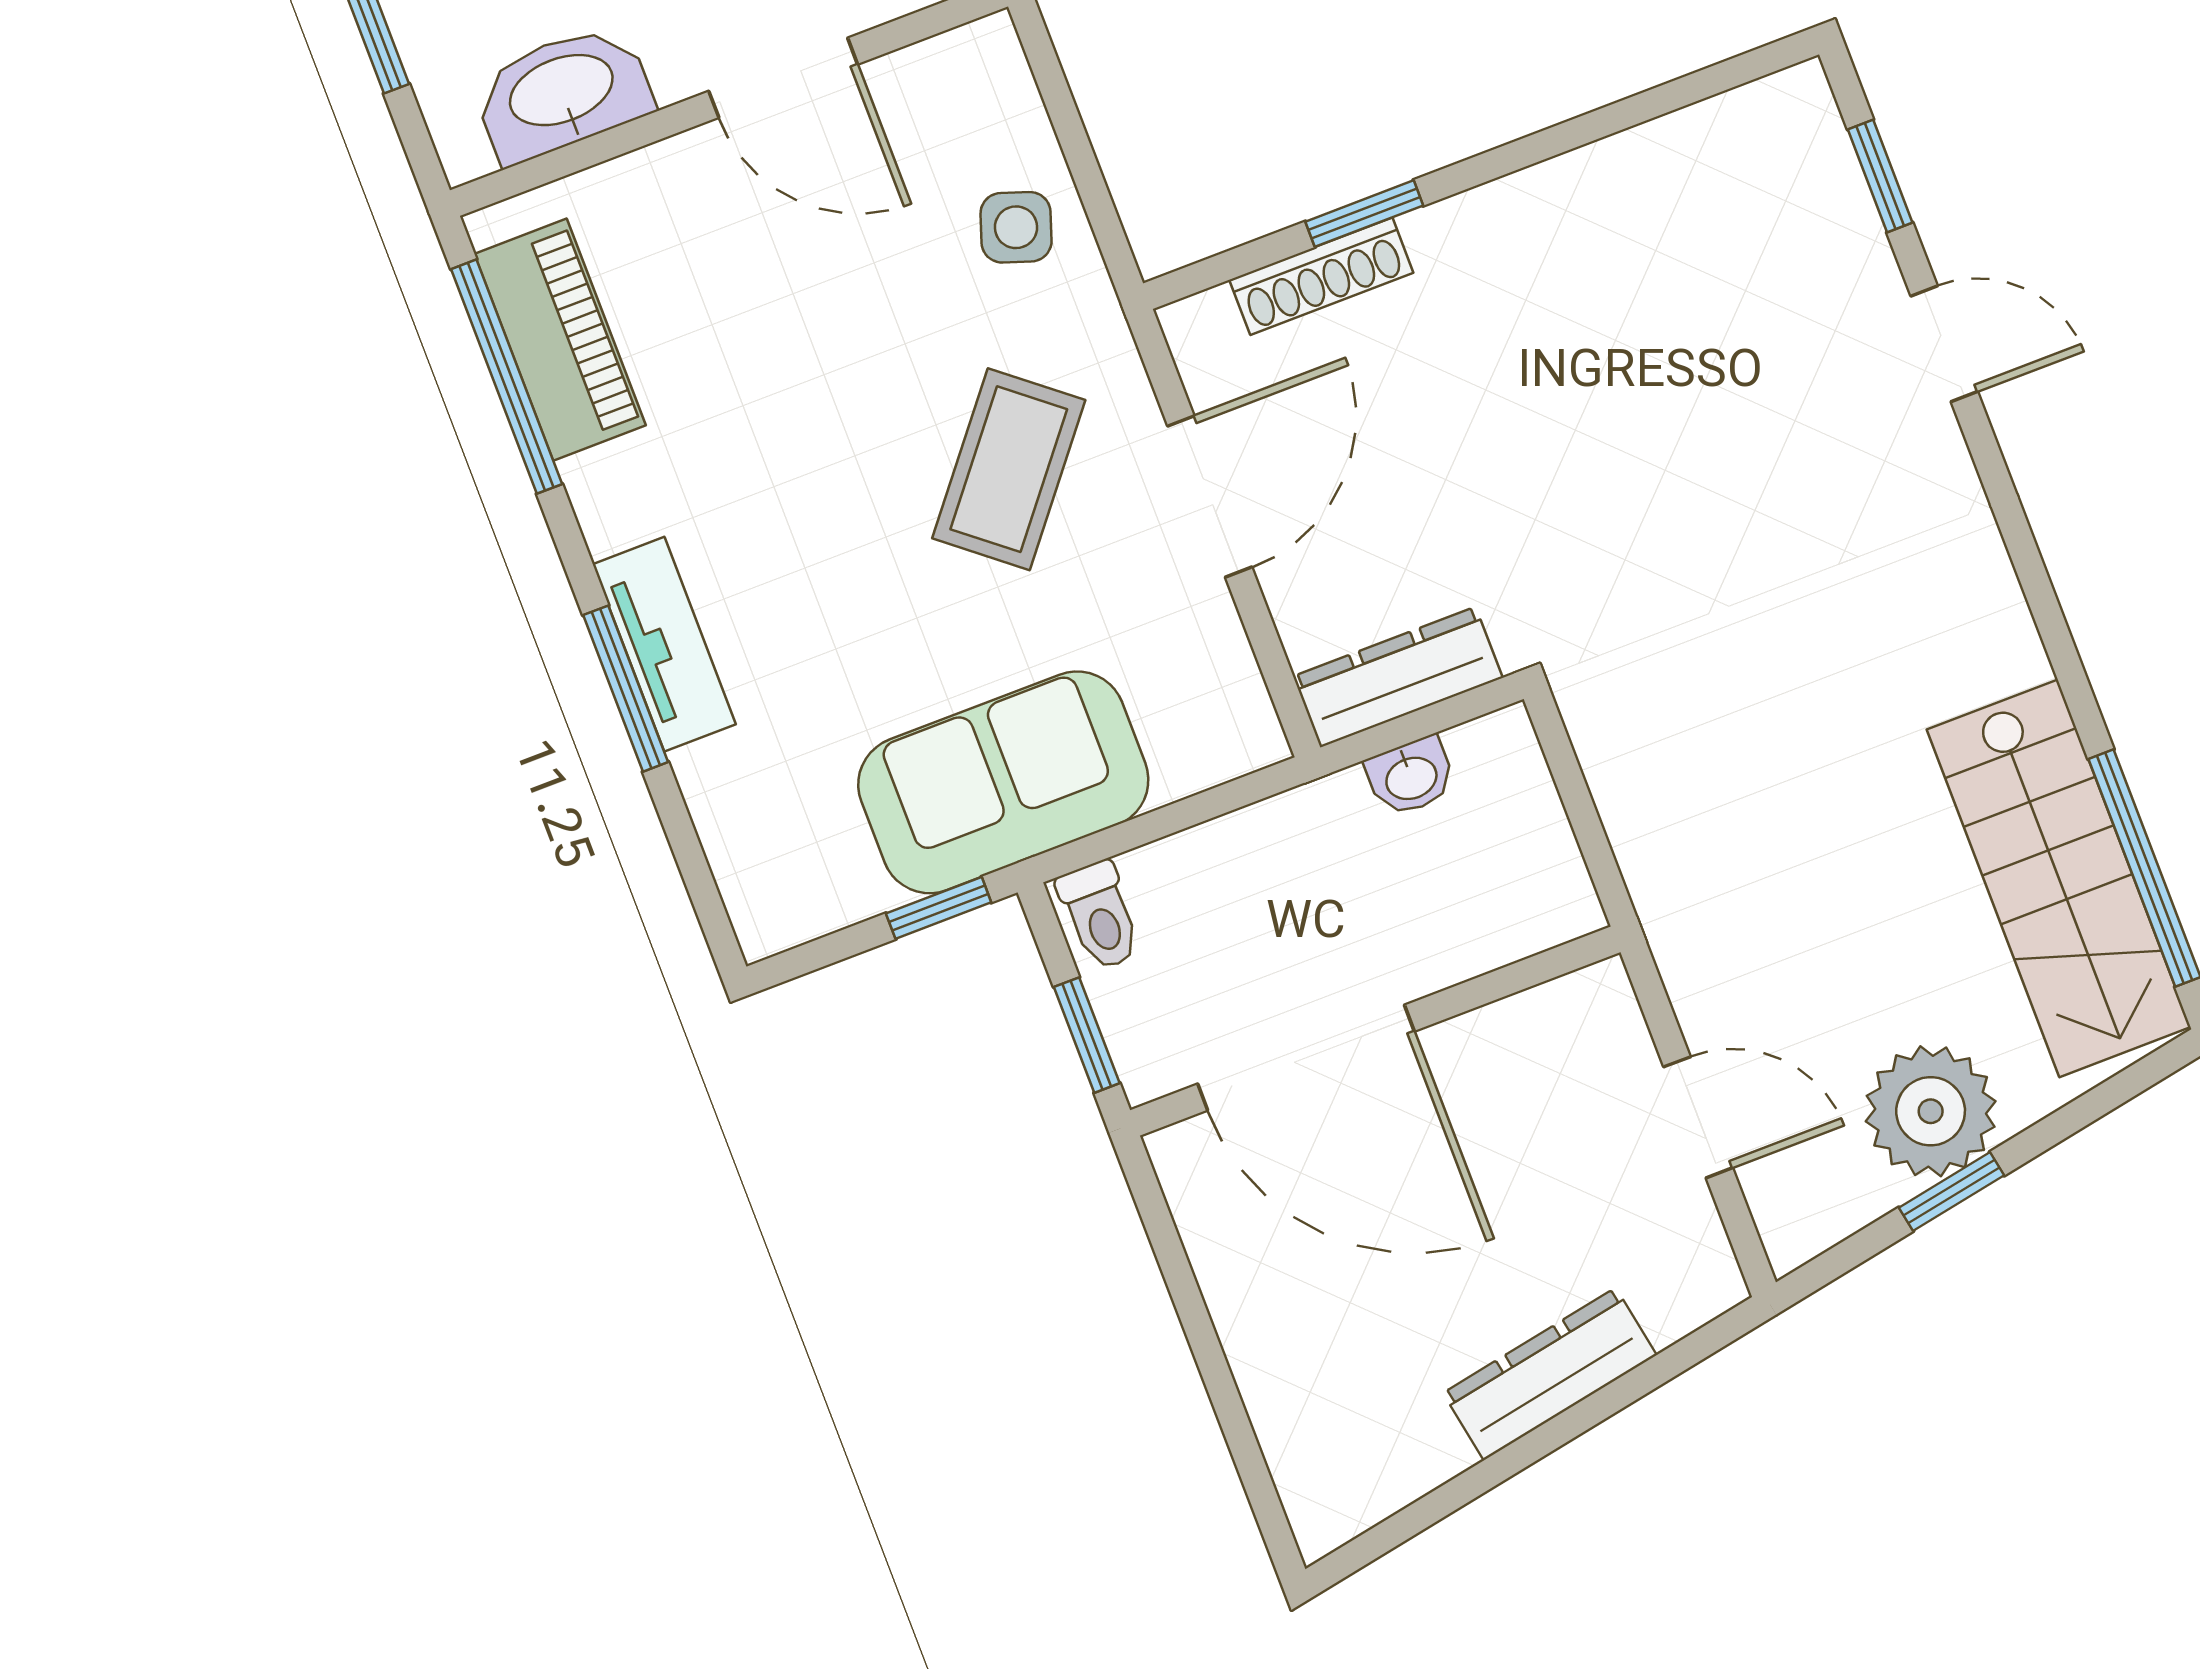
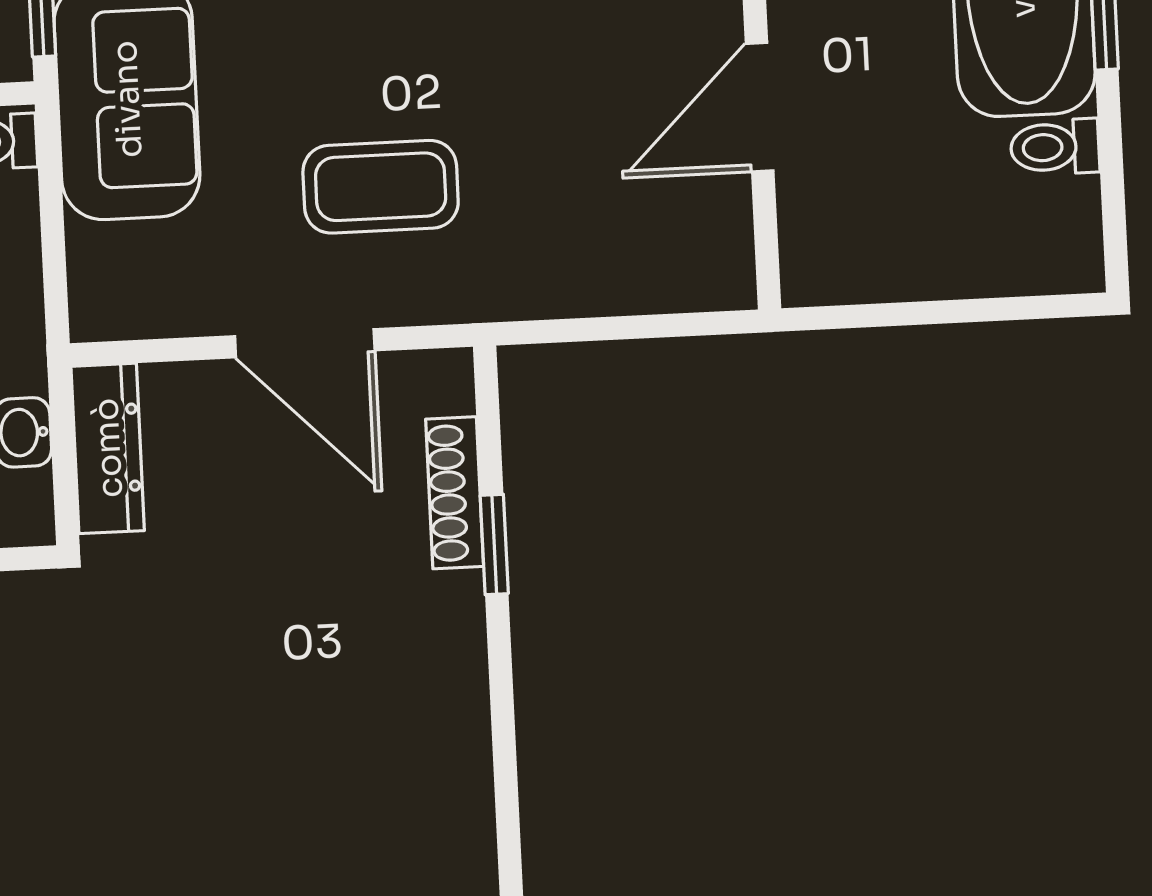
side table: (1016, 227) -> (576, 257), removed
coffee table: (1009, 469) -> (381, 187), turned -39

